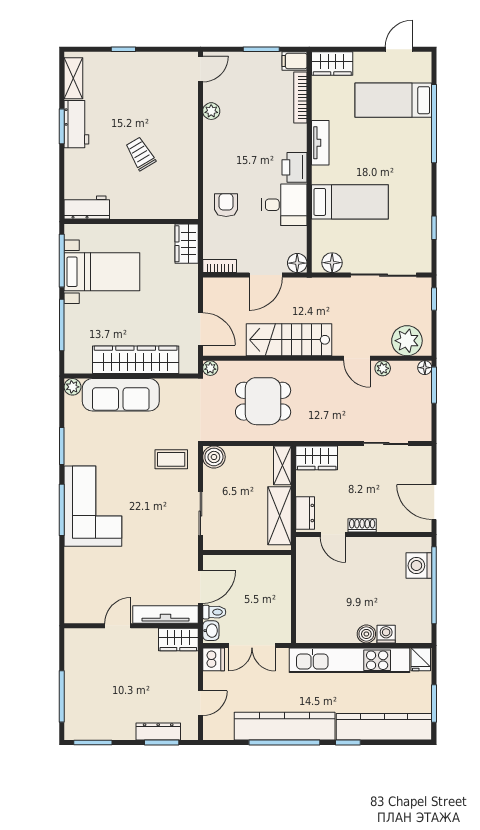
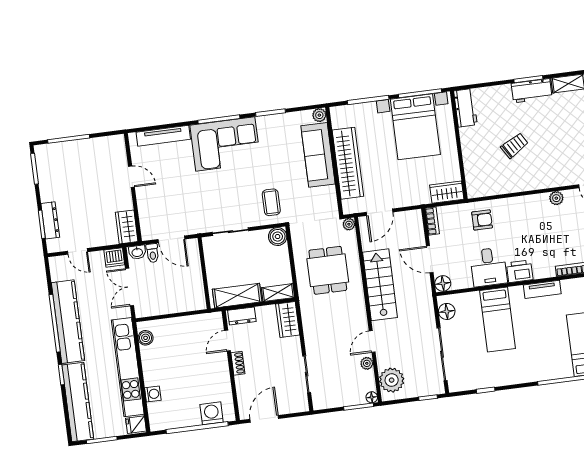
bed with nightstands: (102, 272) -> (415, 127), width x1.36
tv unit: (165, 614) -> (163, 136), moved, turned 90
boiler: (366, 634) -> (146, 338), moved

